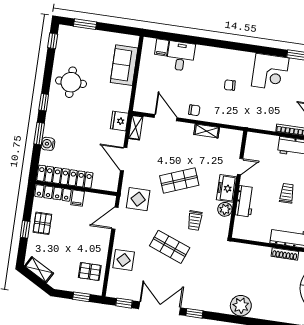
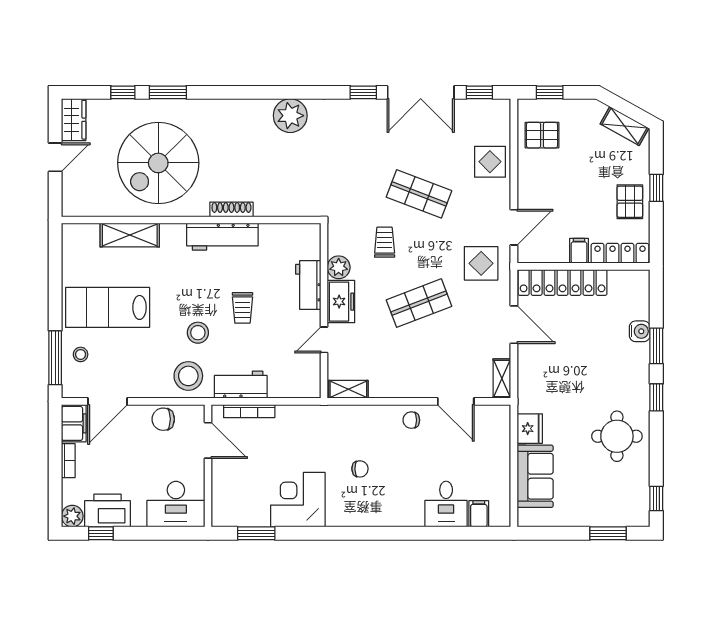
fridge: (119, 121) -> (530, 429), moved
shelving: (207, 131) -> (348, 389), moved
locker: (65, 177) -> (563, 282), moved

